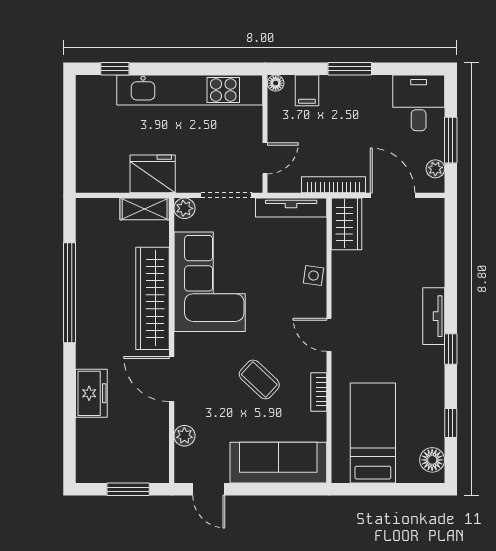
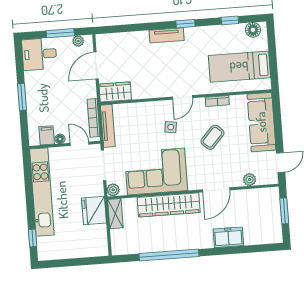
floor lamp: (276, 83) -> (60, 139), moved
filing cabinet: (307, 90) -> (47, 135), moved, turned -90
bookcase: (333, 185) -> (94, 118), moved
side table: (313, 276) -> (171, 127), moved

